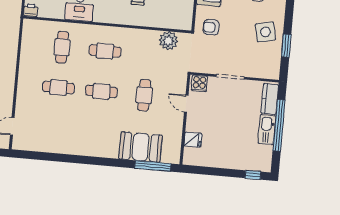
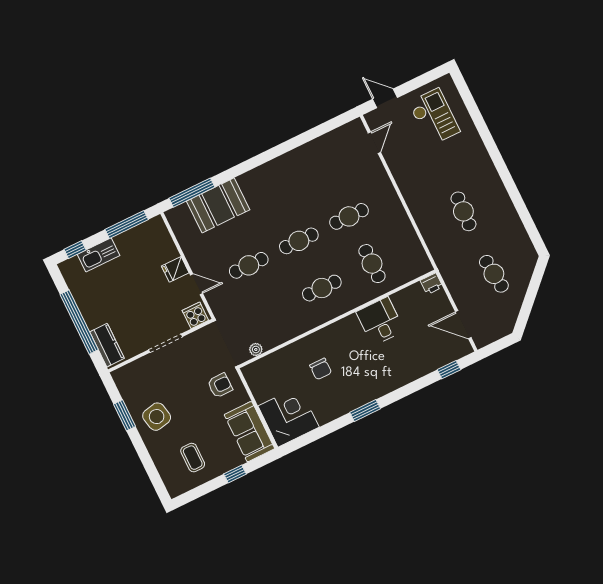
plant: (168, 41) -> (256, 349), width x0.53, depth x0.53
cafe table: (144, 95) -> (249, 265), turned 90
kitchen sink: (267, 130) -> (99, 255), moved, turned 90
fridge: (193, 140) -> (175, 269), moved
window: (209, 171) -> (127, 224), added

